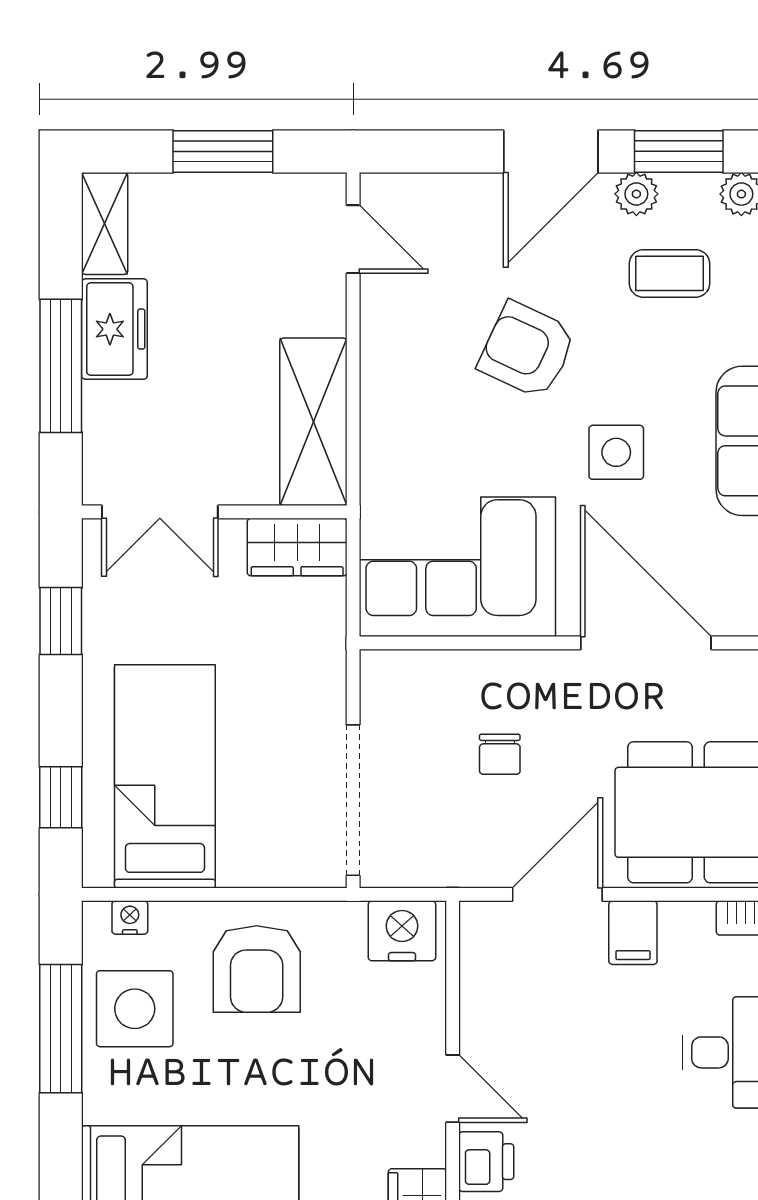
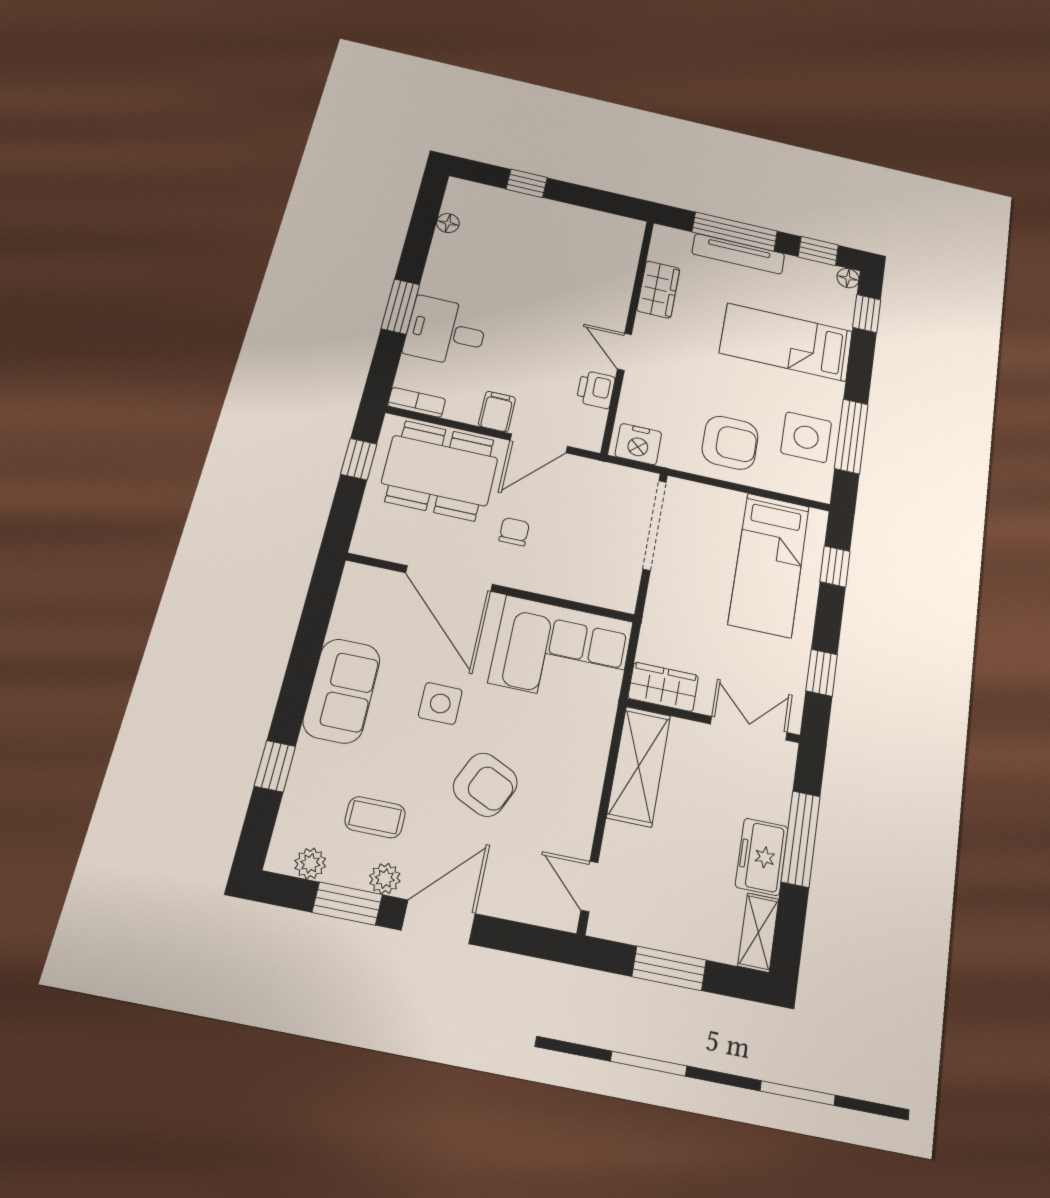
chair: (500, 754) -> (514, 532), moved
nightstand: (130, 918) -> (802, 488), removed
armchair: (257, 969) -> (730, 443), turned 90
printer: (486, 1162) -> (596, 389), moved

